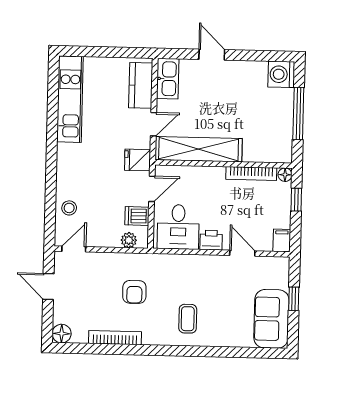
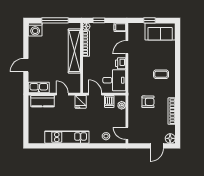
kitchen unit: (70, 99) -> (67, 137), moved
shelving: (199, 149) -> (74, 51), moved
door: (48, 286) -> (157, 146), moved

